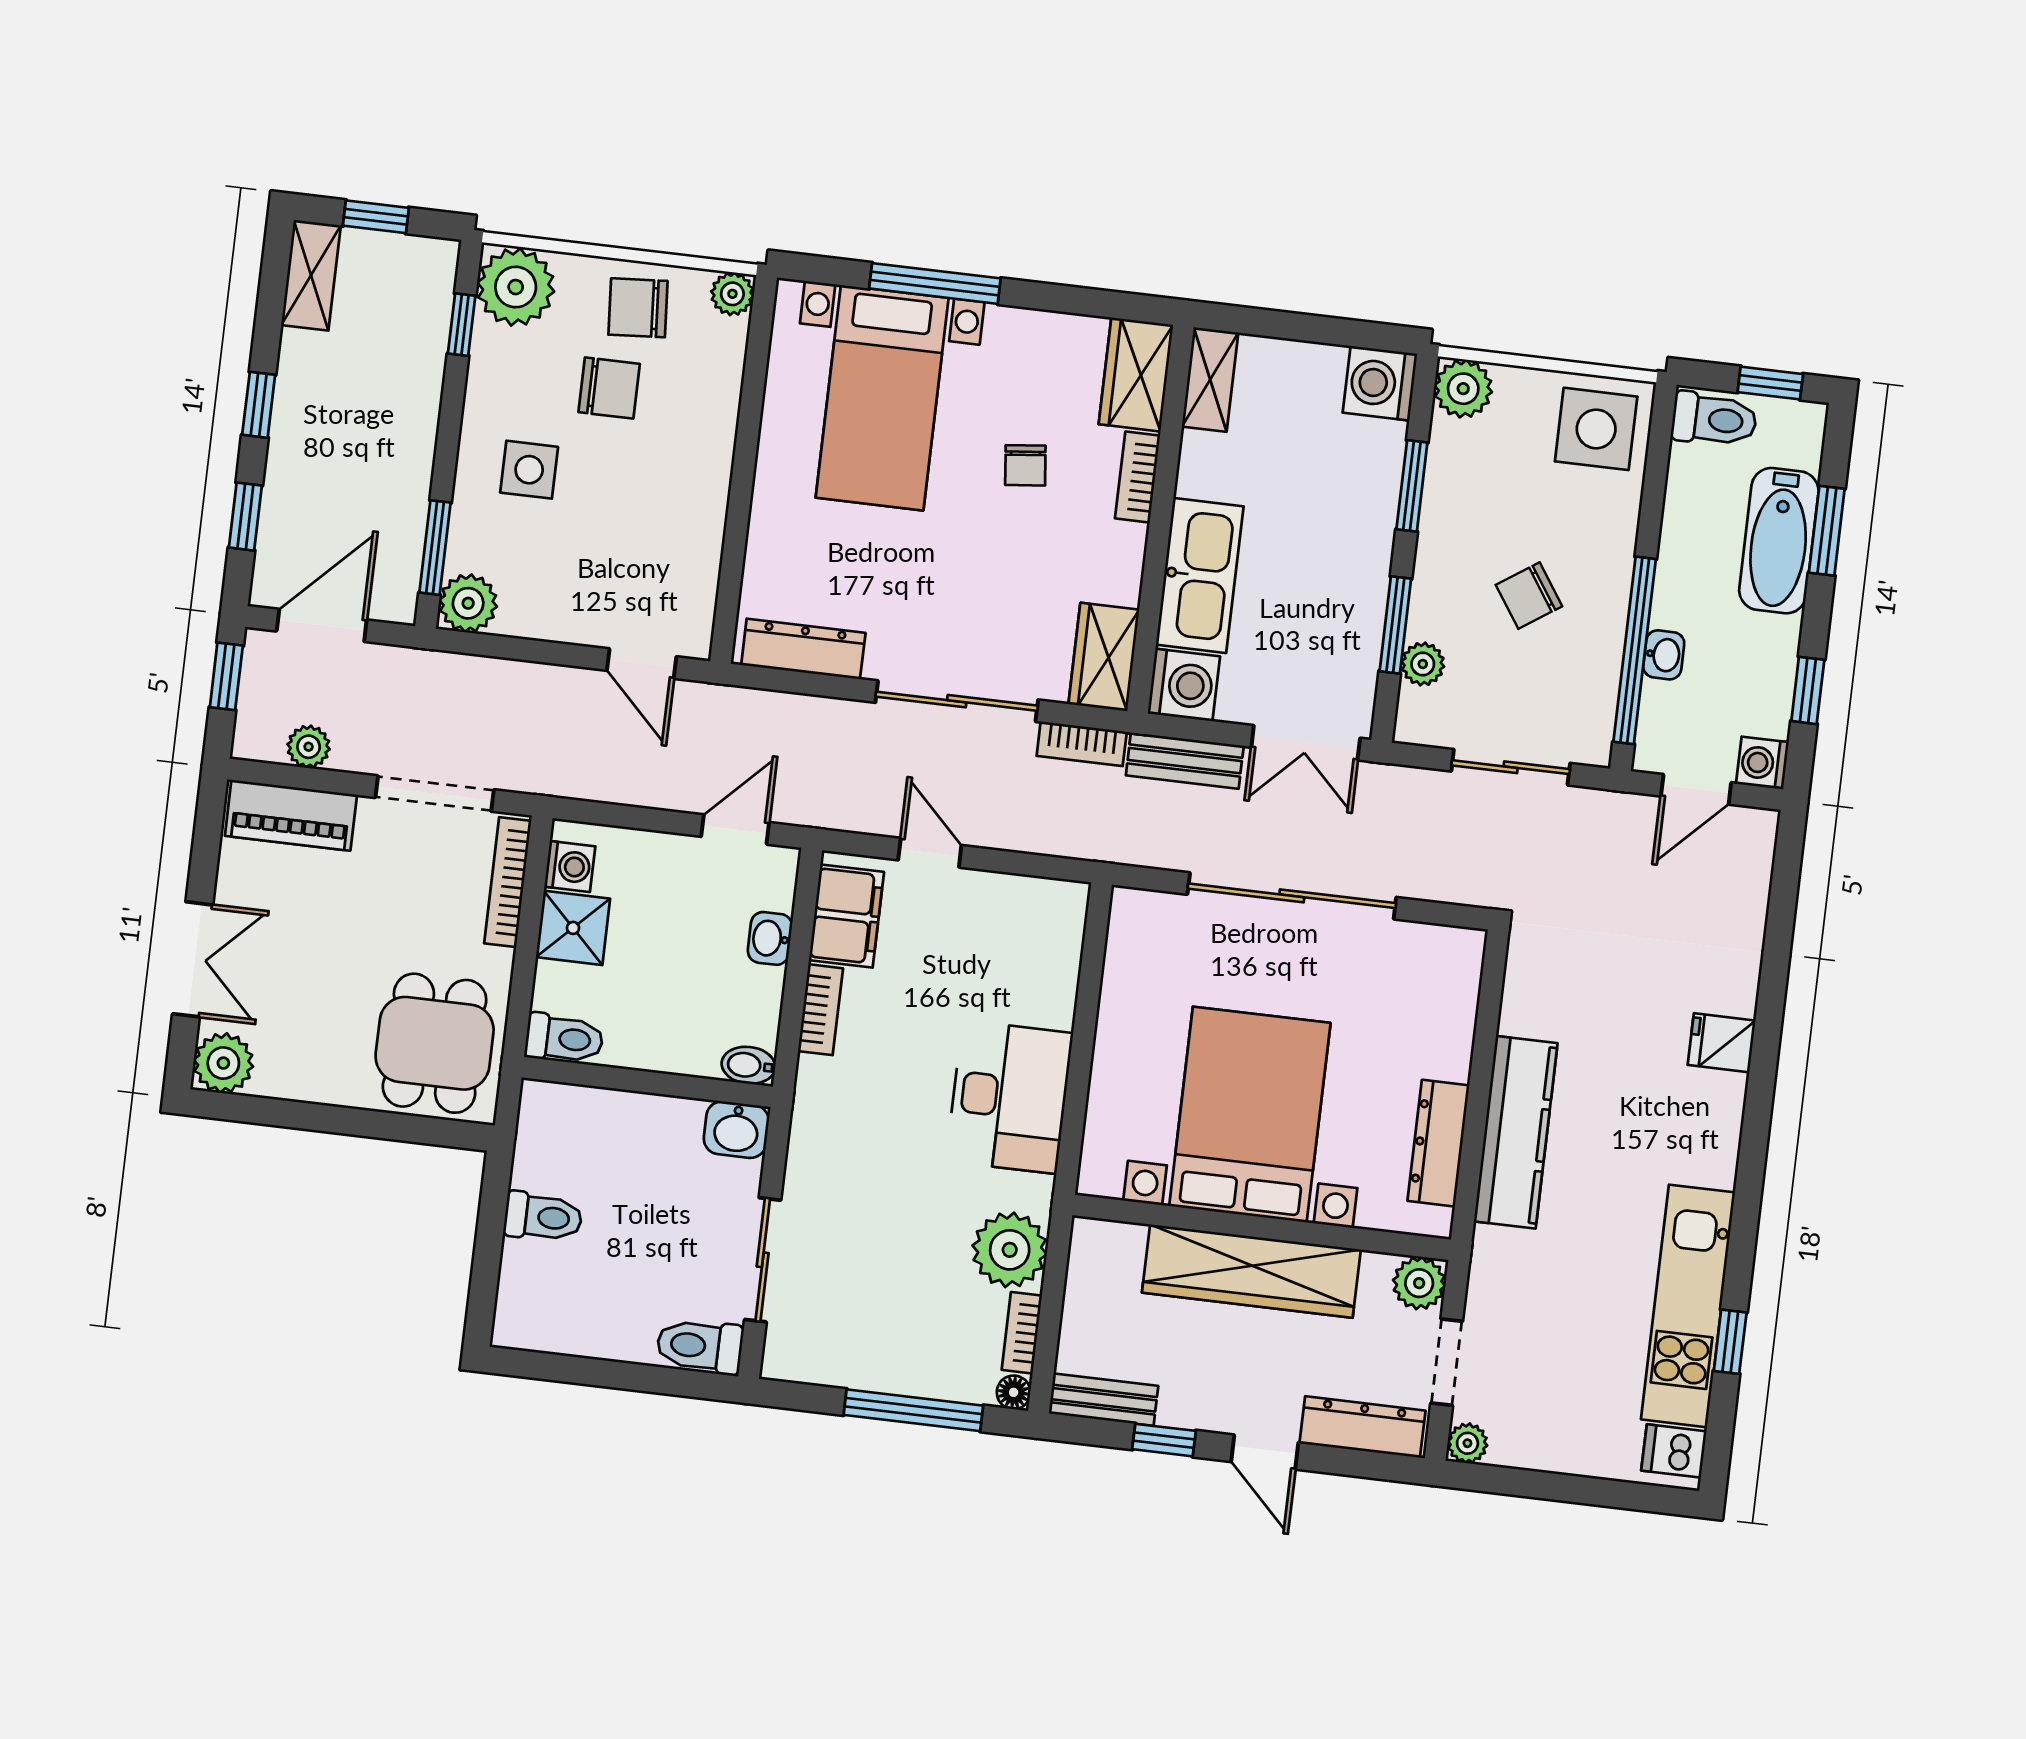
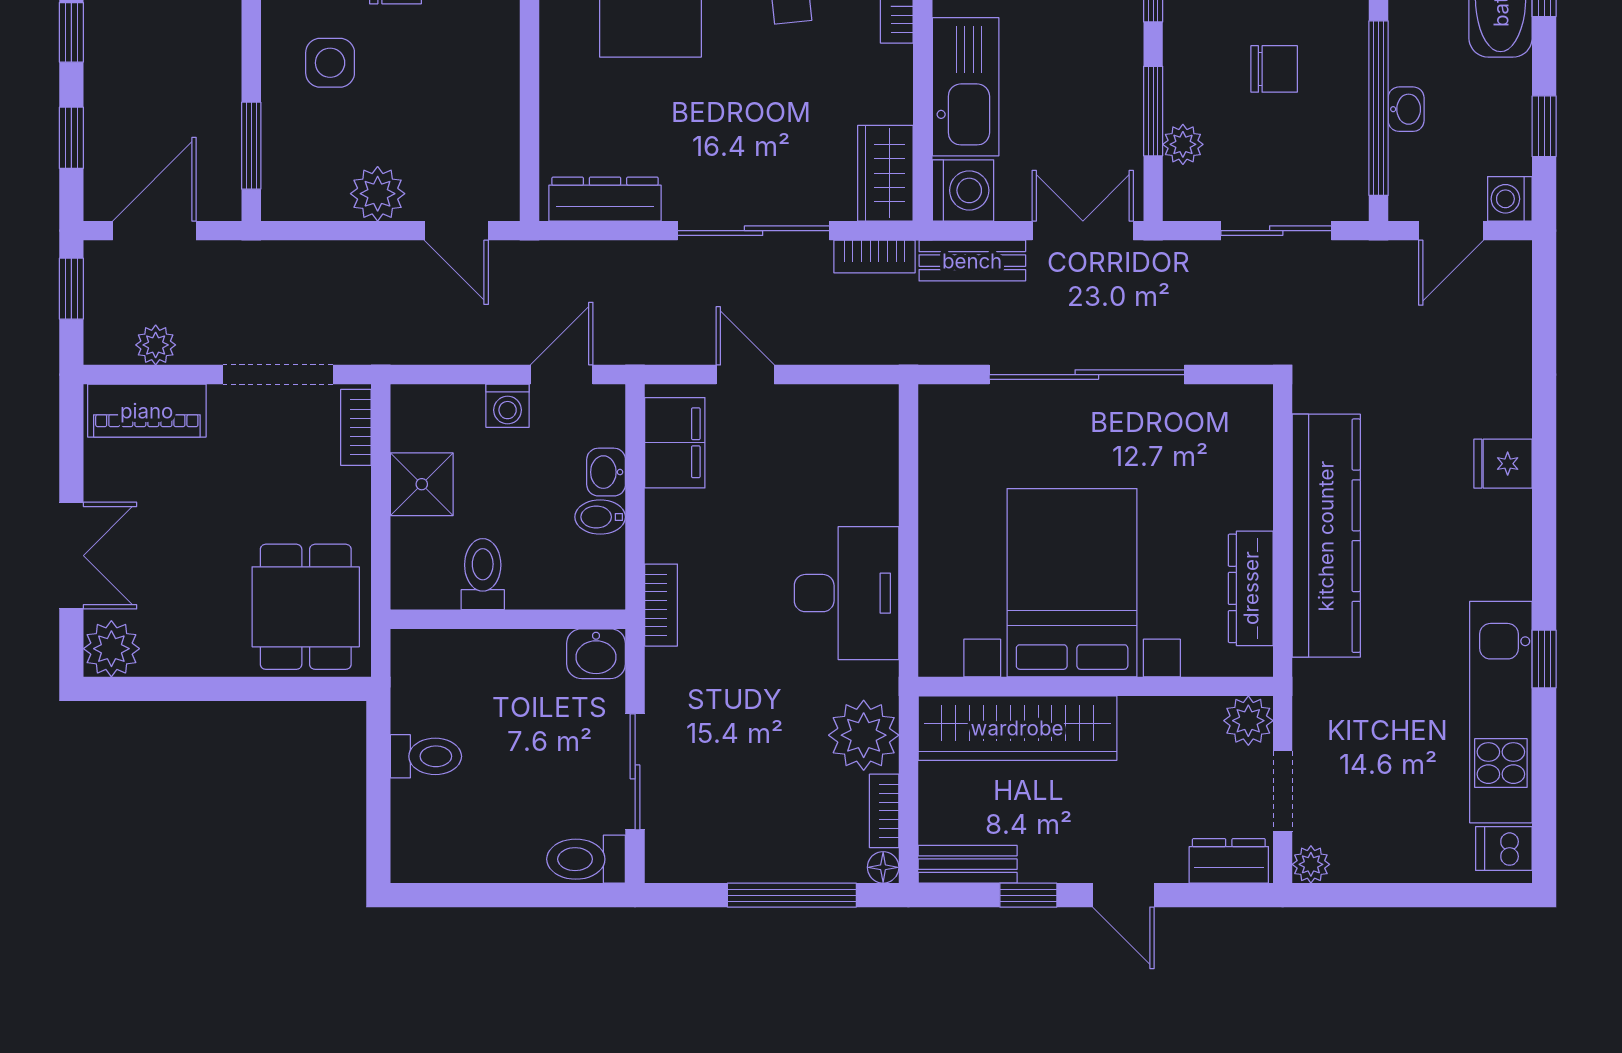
chair: (1529, 596) -> (1274, 69), turned -146
plant: (468, 603) -> (378, 194), moved
double door: (1306, 743) -> (1083, 231), swing flipped
washing machine: (570, 866) -> (508, 406), moved, turned 90
bookcase: (508, 882) -> (356, 427), width x0.64
bookcase: (820, 1010) -> (661, 605), moved
toilet: (564, 1039) -> (483, 574), moved, turned -90
bidet: (748, 1065) -> (600, 517), moved
kitchen counter: (1516, 1132) -> (1326, 536), width x1.39, depth x1.17
wardrobe: (1251, 1271) -> (1017, 728), moved
window: (1730, 1342) -> (1544, 659), moved
dresser: (1362, 1427) -> (1229, 861), width x0.70

